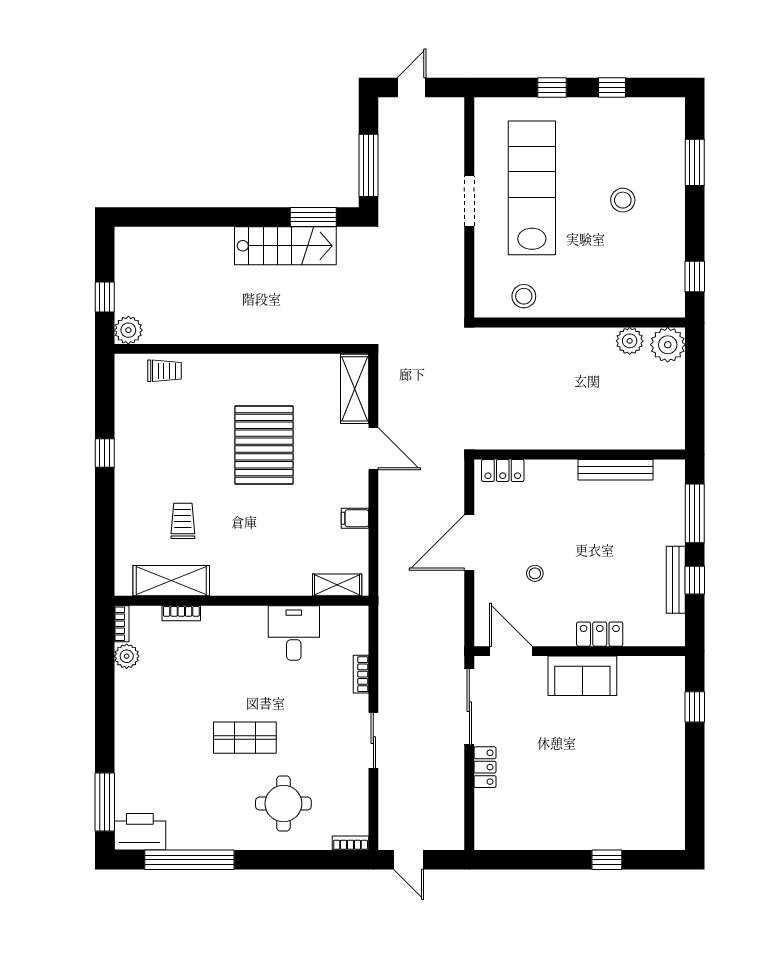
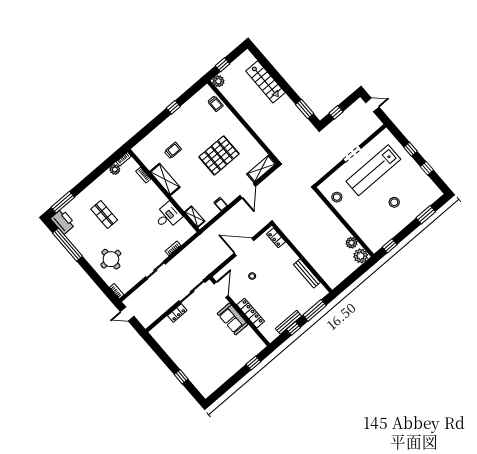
window: (369, 165) -> (336, 112), width x0.46
lab bench: (532, 188) -> (373, 170), turned 180
stairs: (285, 246) -> (265, 82), moved
shelving: (171, 581) -> (165, 179), moved
locker: (600, 634) -> (251, 313), width x1.53
shop shelf: (245, 738) -> (104, 214), moved
door: (409, 860) -> (127, 314), hinge flipped

